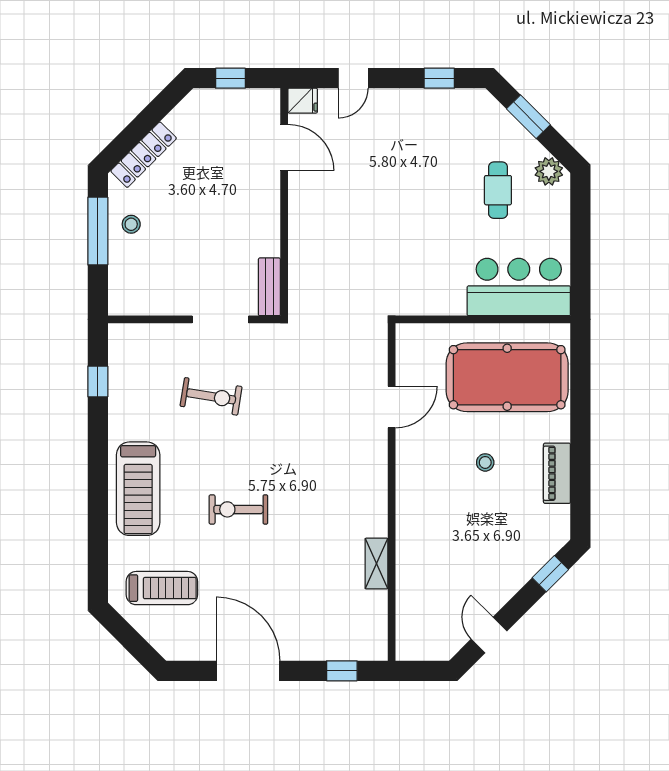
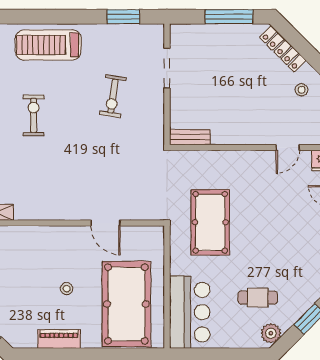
door: (284, 147) -> (288, 147), width x0.73
stool: (131, 224) -> (302, 90), moved
pool table: (391, 258) -> (210, 222), added
doorway: (220, 319) -> (167, 68), moved
window: (98, 381) -> (123, 17), width x1.50

